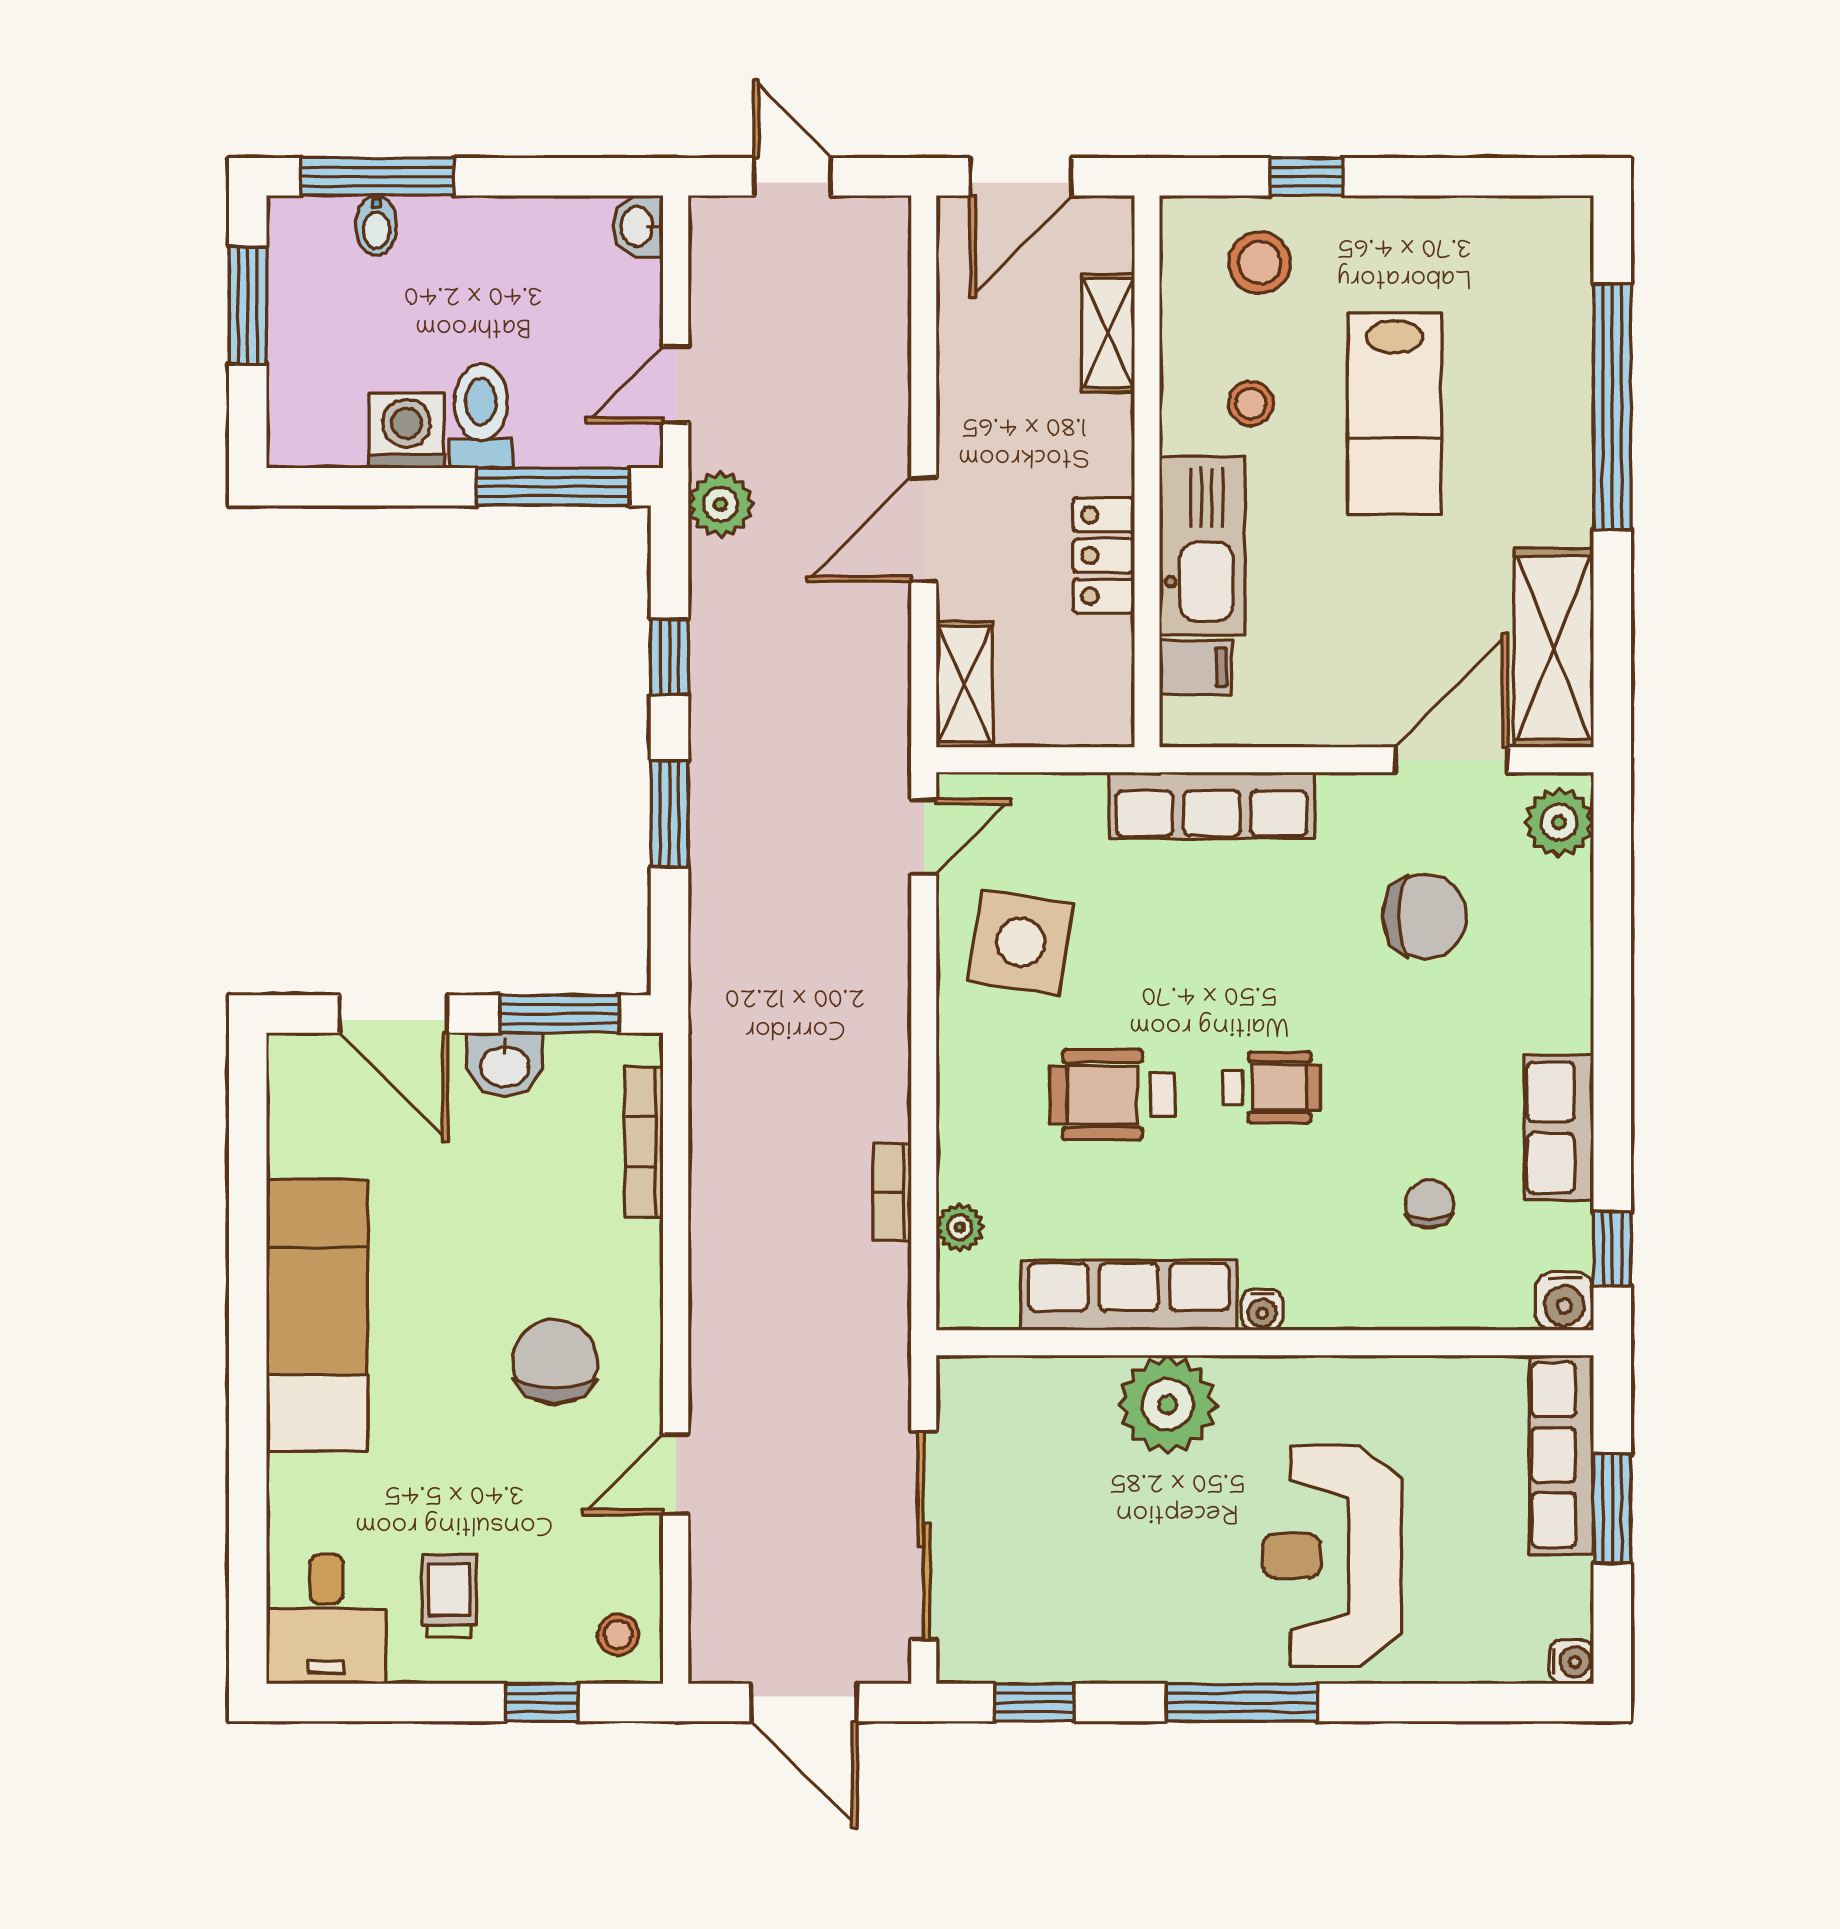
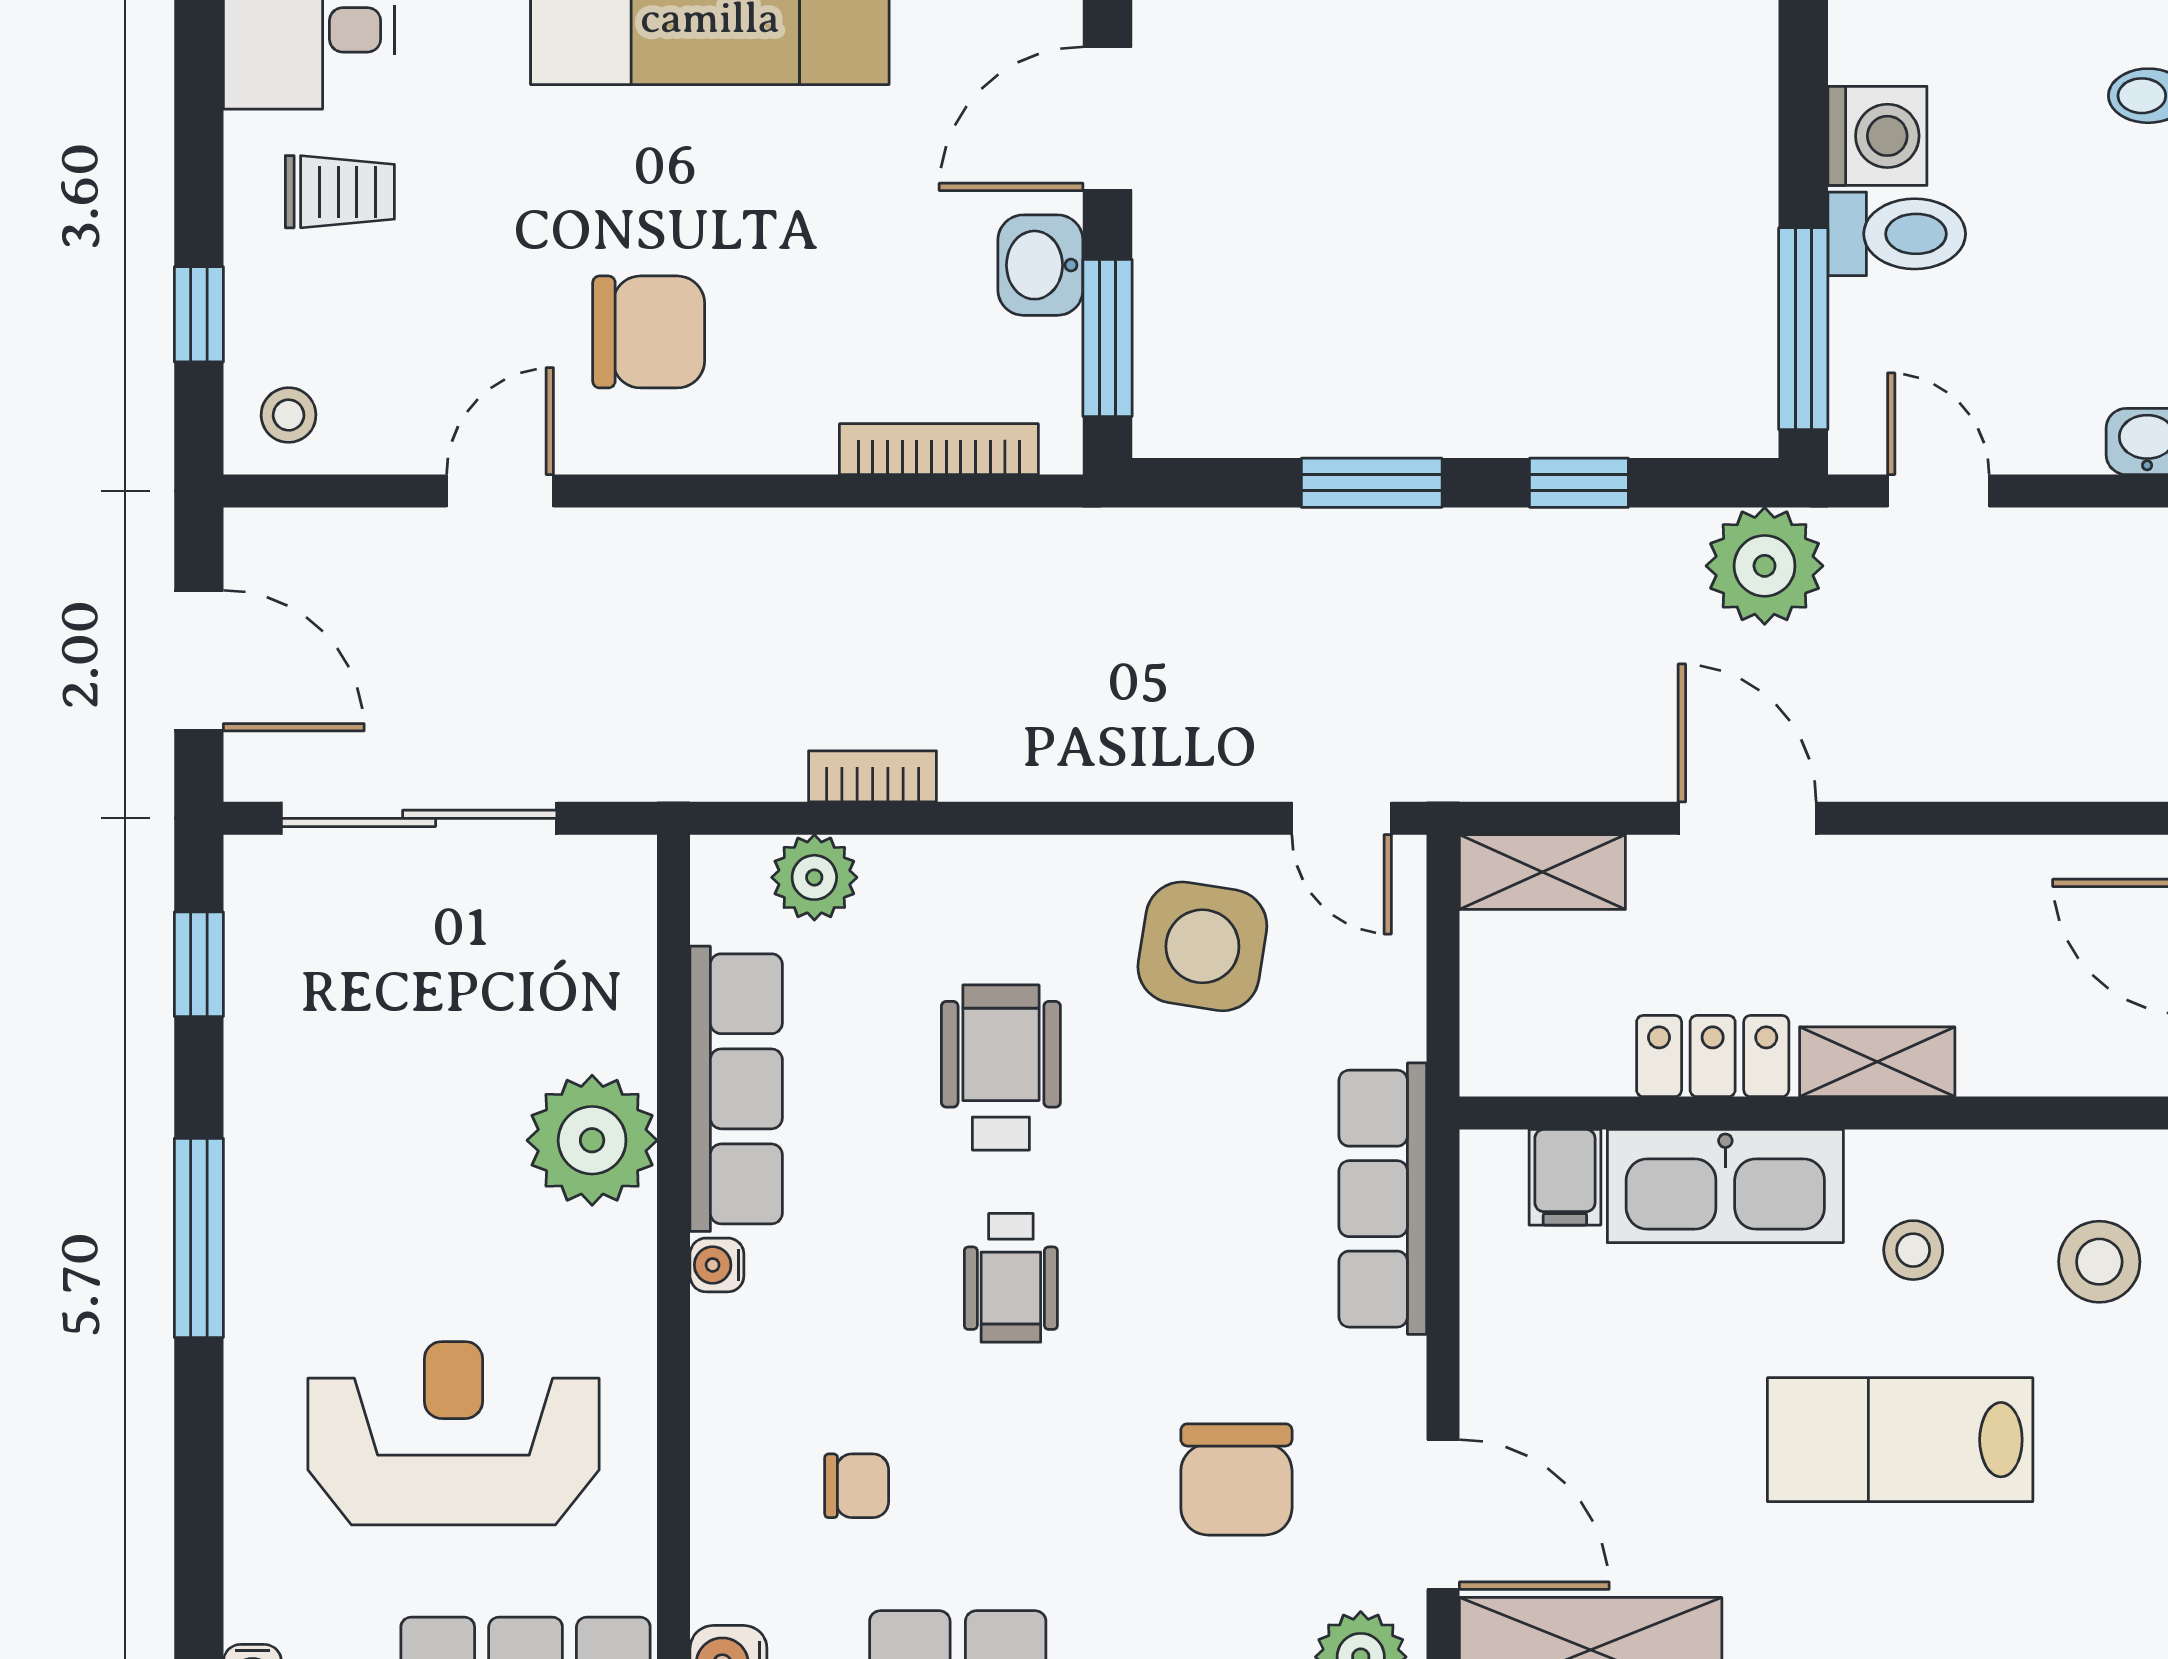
shelving: (1108, 333) -> (1877, 1062), moved
plant: (721, 504) -> (1765, 566), width x1.36, depth x1.36
plant: (960, 1227) -> (814, 877), width x1.38, depth x1.38
door: (676, 1474) -> (500, 491), hinge flipped
reception desk: (1332, 1556) -> (453, 1433), moved
door: (804, 1702) -> (199, 661), swing flipped

